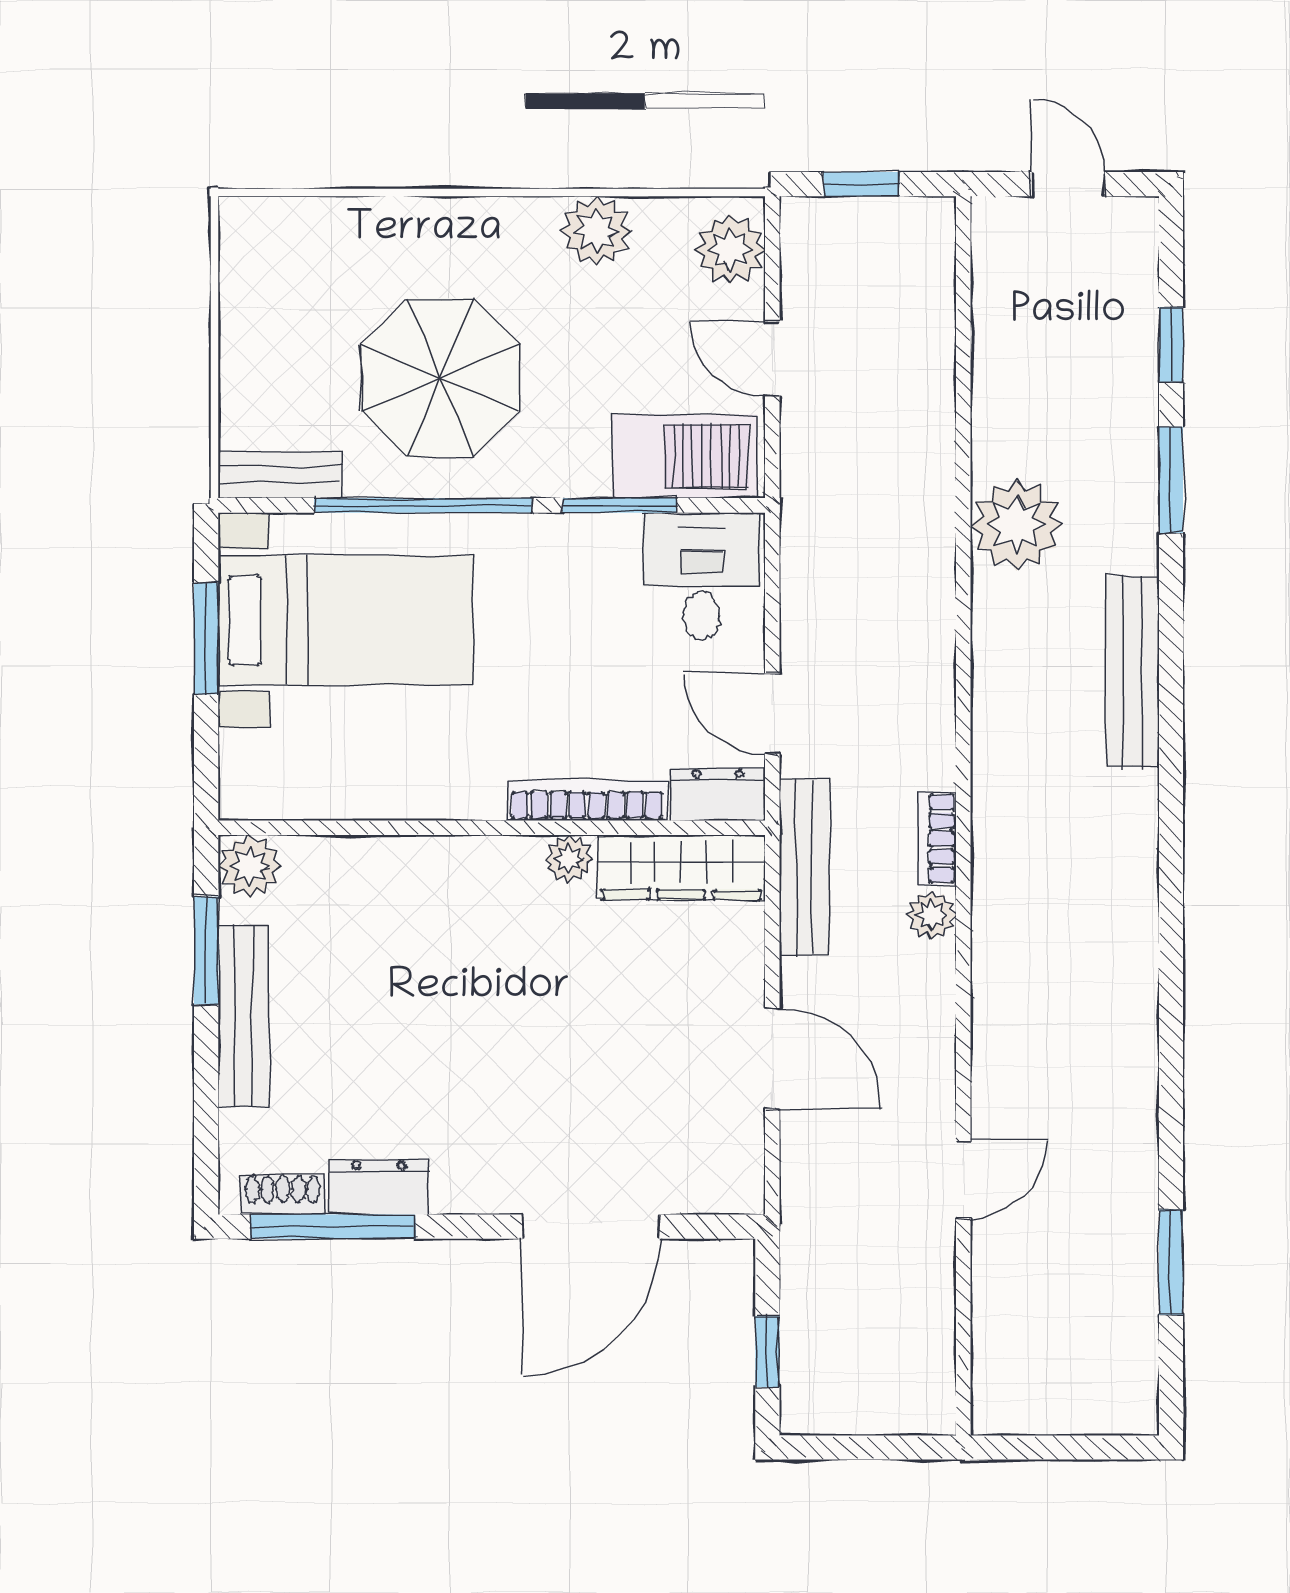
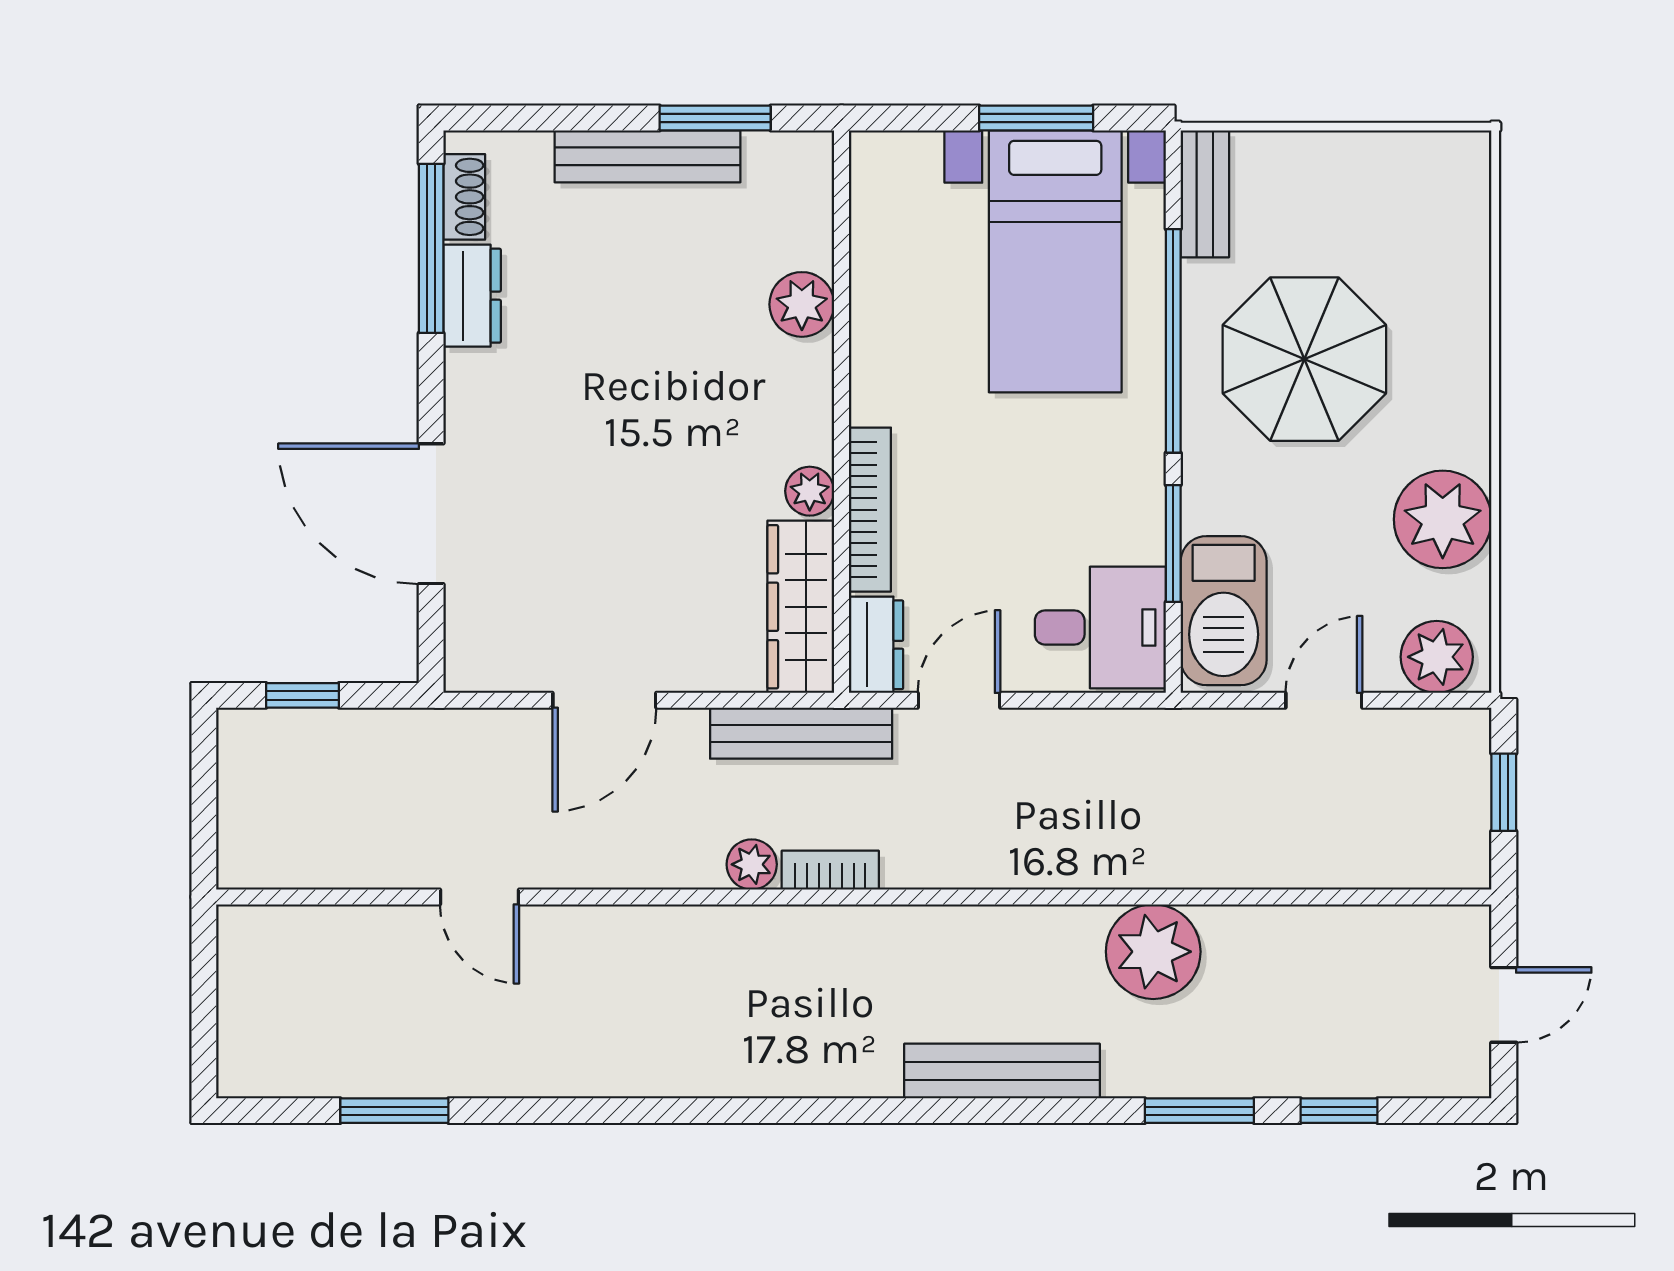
plant: (596, 231) -> (1443, 519), width x1.36, depth x1.36
plant: (250, 866) -> (802, 304), moved

